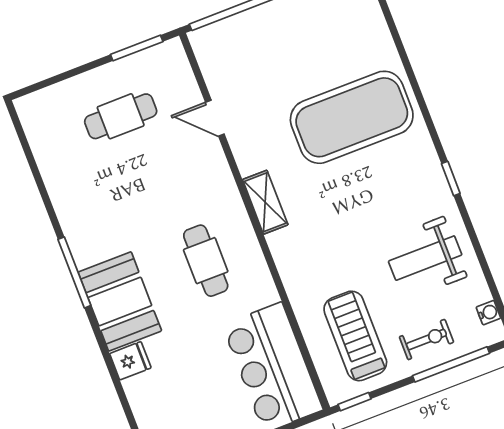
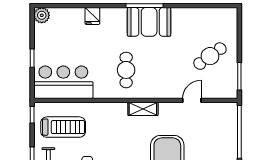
cafe table: (121, 116) -> (210, 56), turned 54
cafe table: (206, 261) -> (126, 70), turned 90
booth: (120, 301) -> (149, 22), moved

